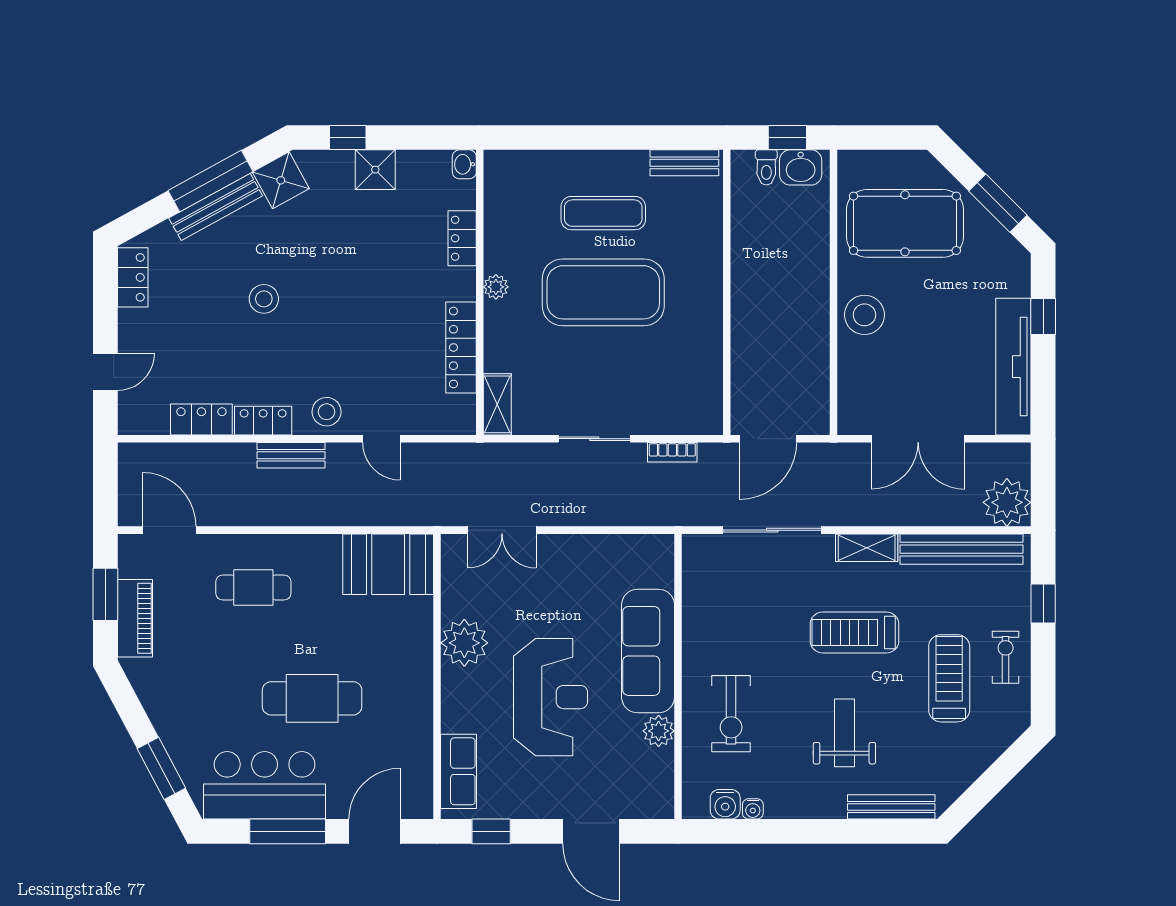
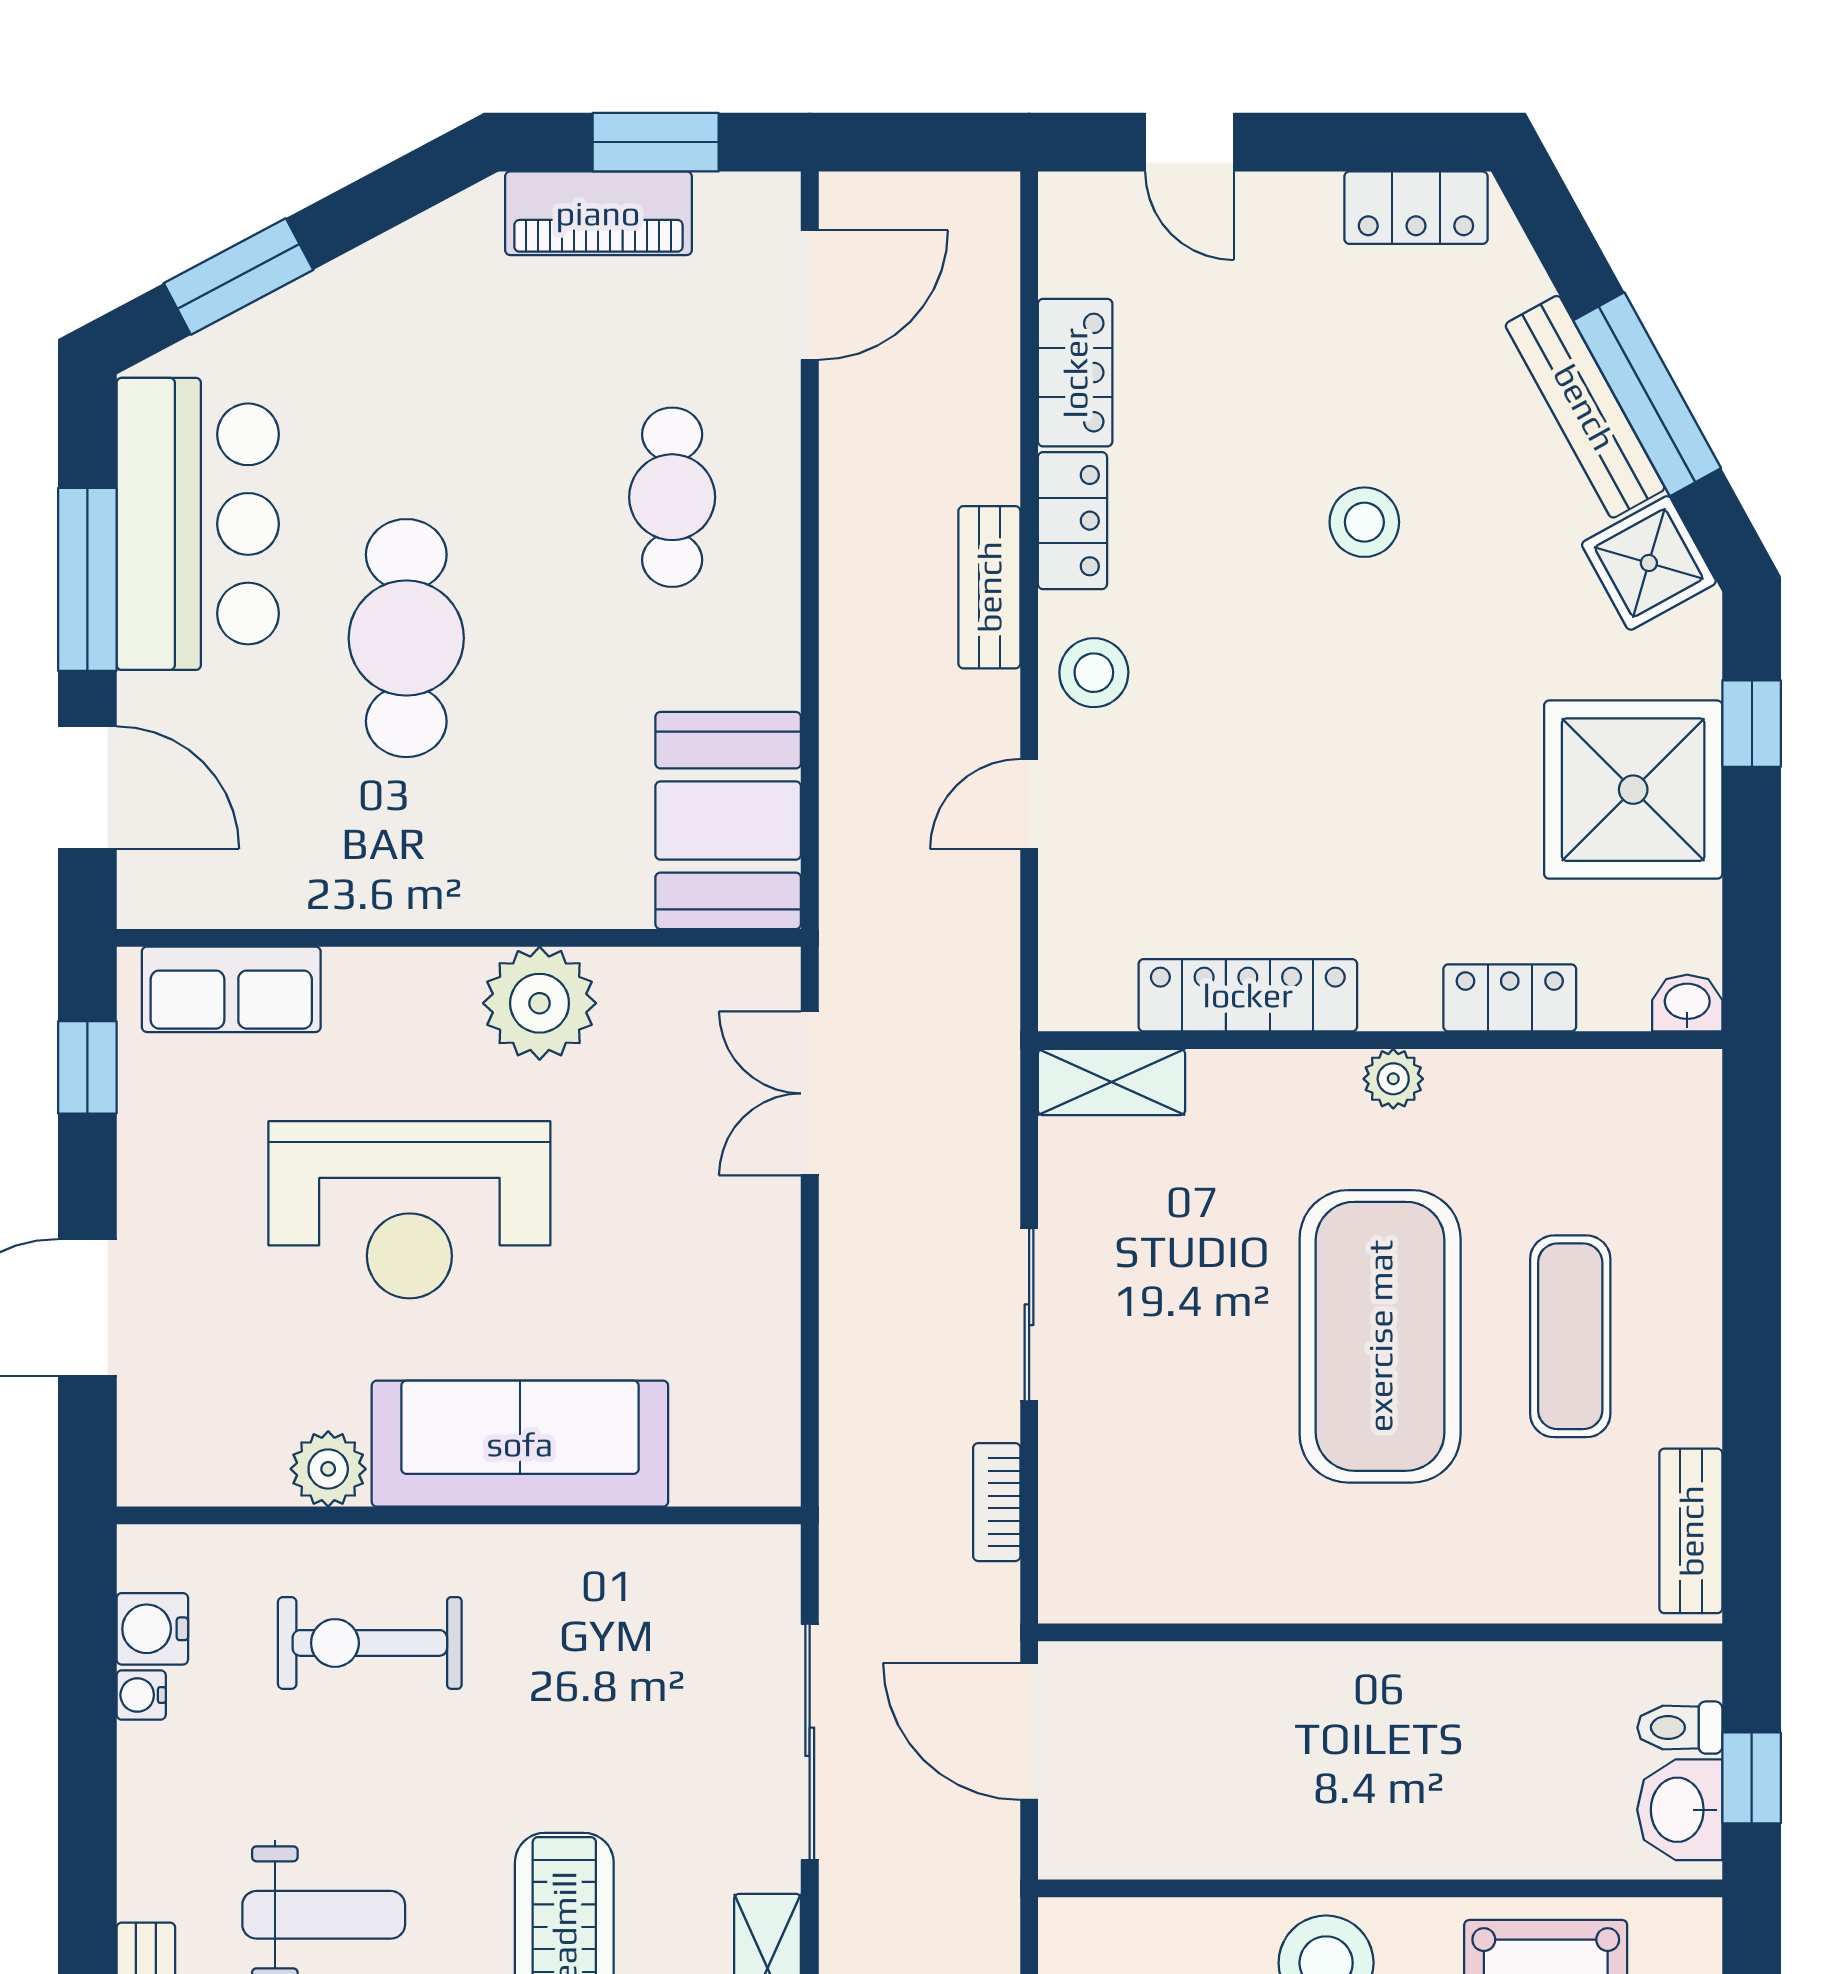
shower: (375, 170) -> (1633, 790), width x1.86, depth x1.86

